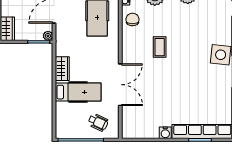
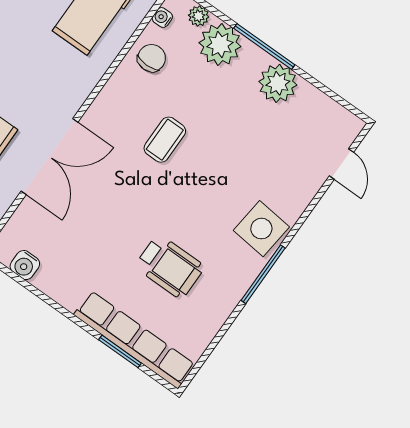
wheelchair: (196, 94) -> (170, 267), added
water cooler: (165, 133) -> (25, 265), moved

